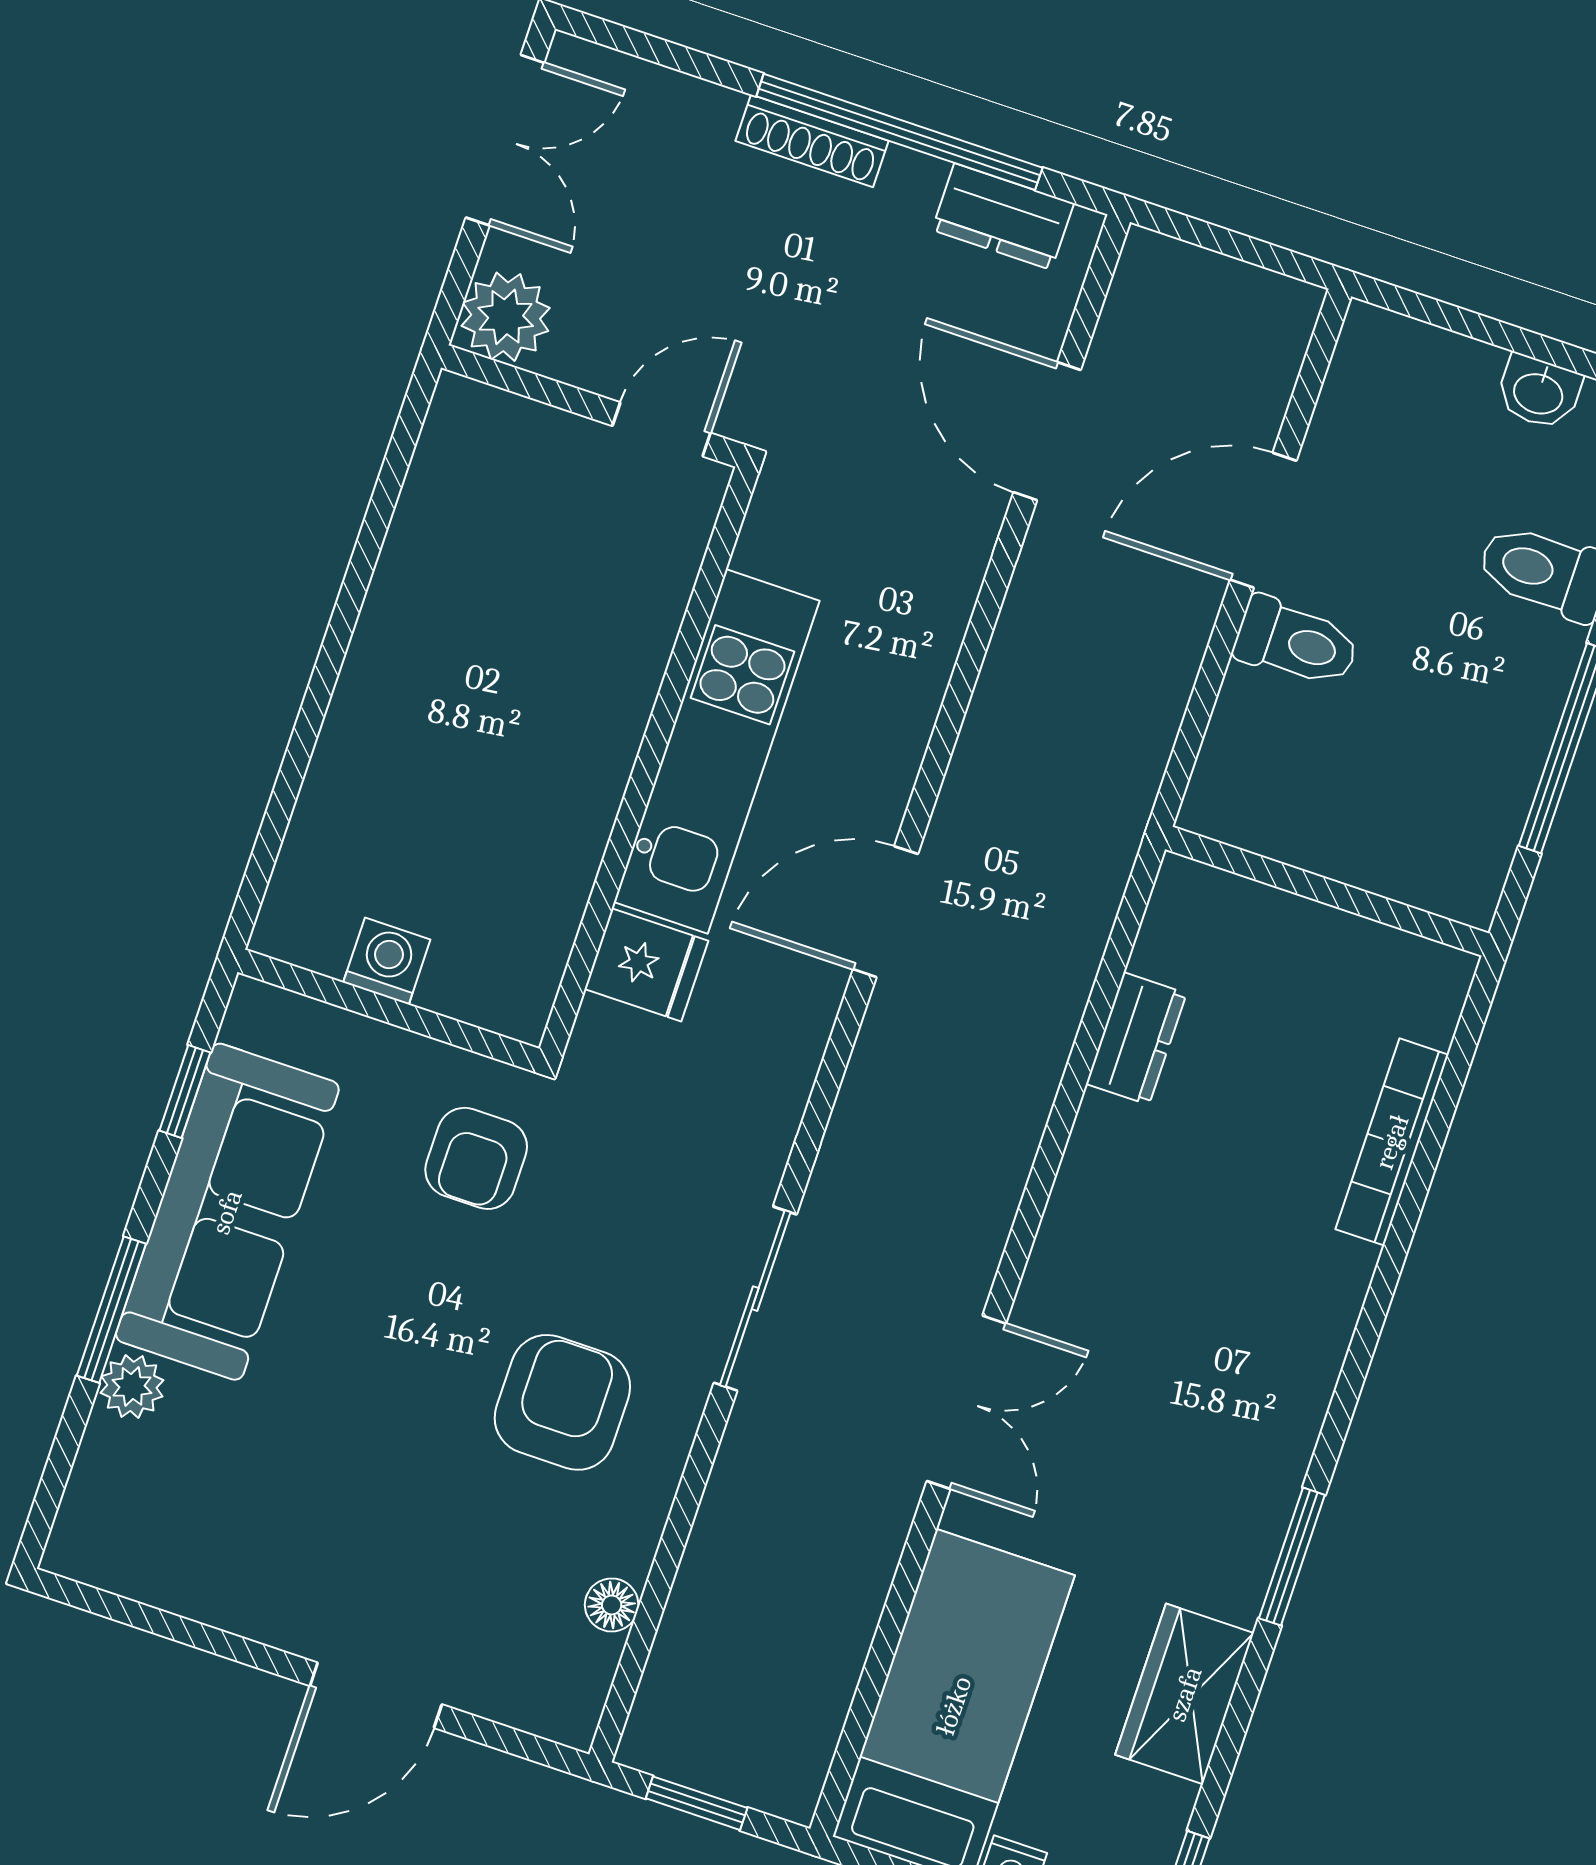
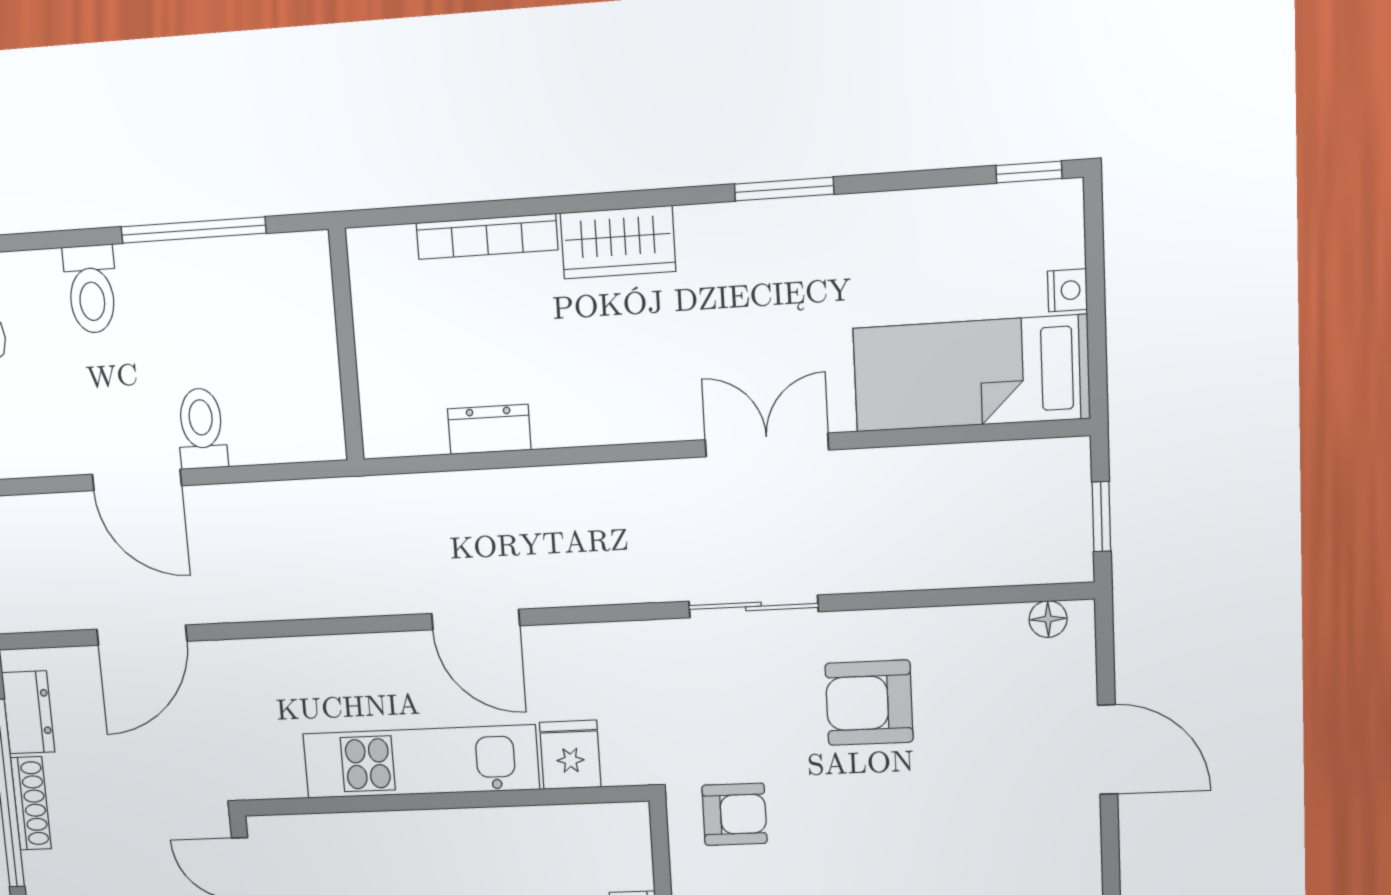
shoe rack: (812, 141) -> (31, 803), moved
floor lamp: (612, 1605) -> (1048, 619), moved
wardrobe: (1185, 1694) -> (618, 242), moved

